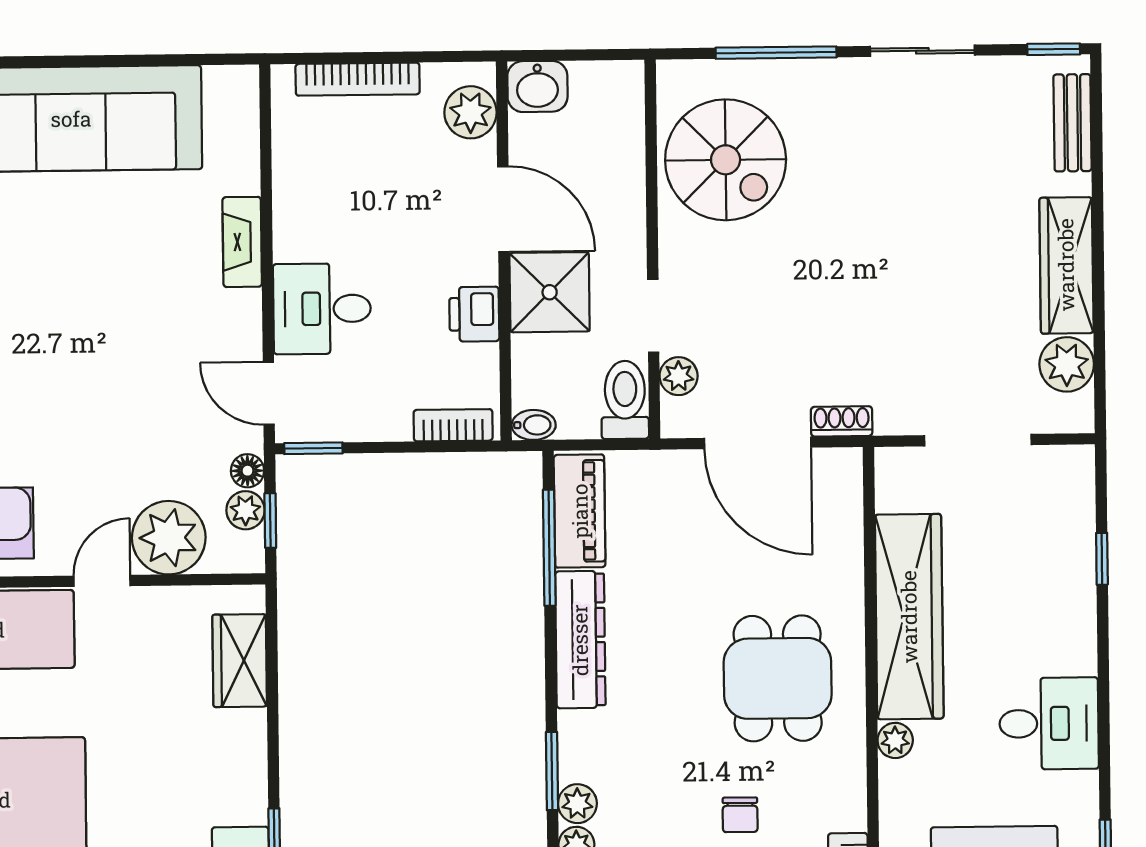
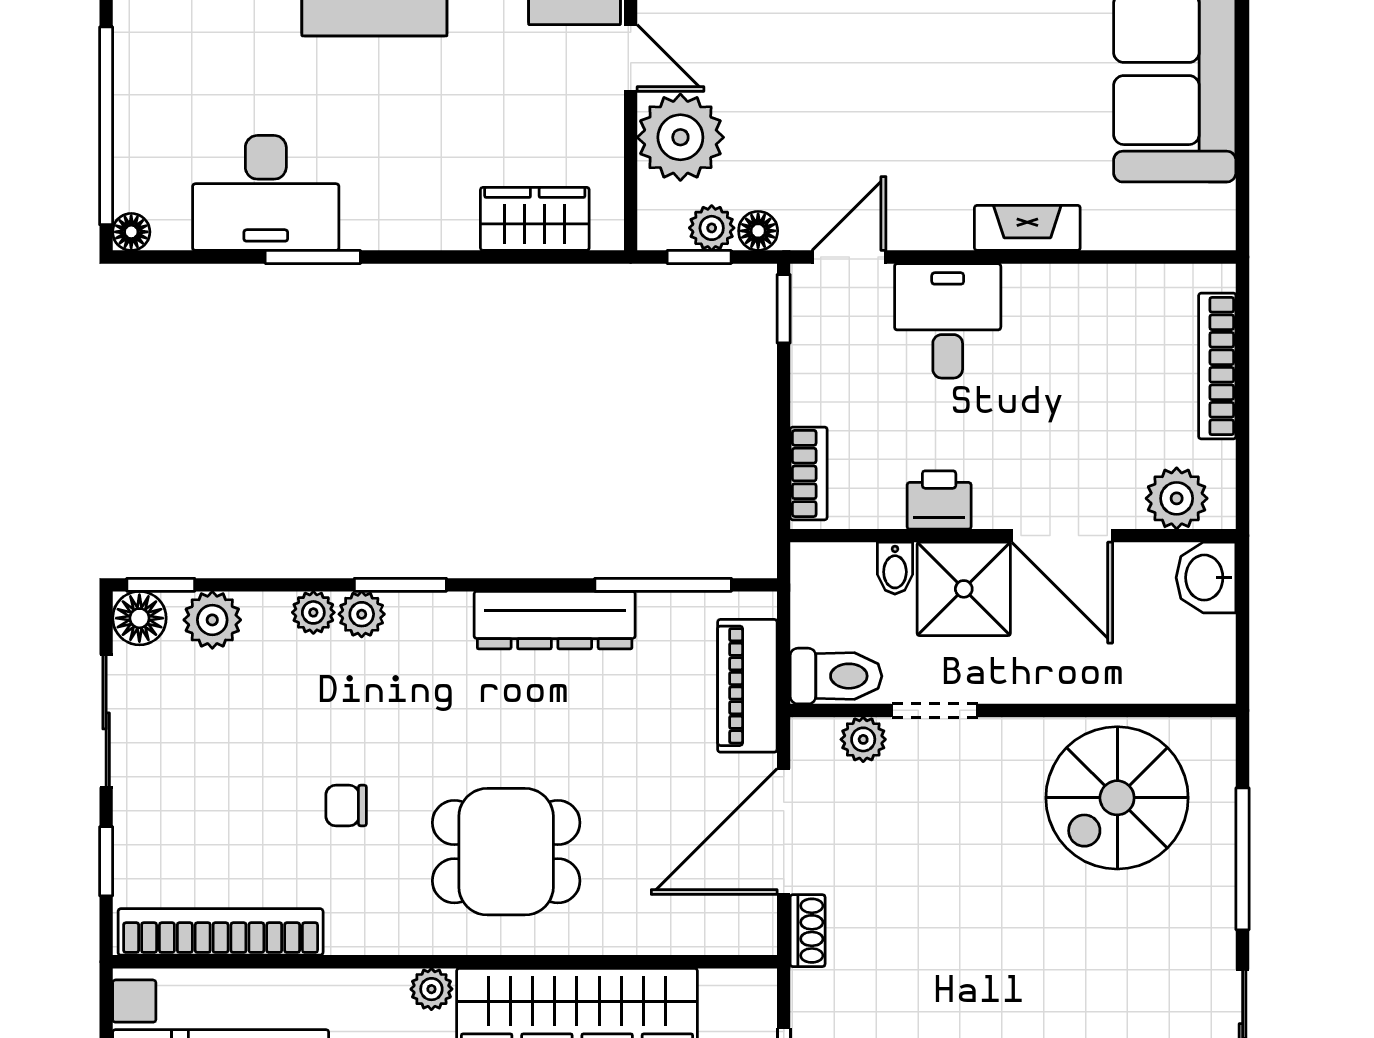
door: (503, 209) -> (1062, 536), hinge flipped
bidet: (534, 425) -> (895, 568), moved
piano: (580, 511) -> (747, 686), moved, turned 90

